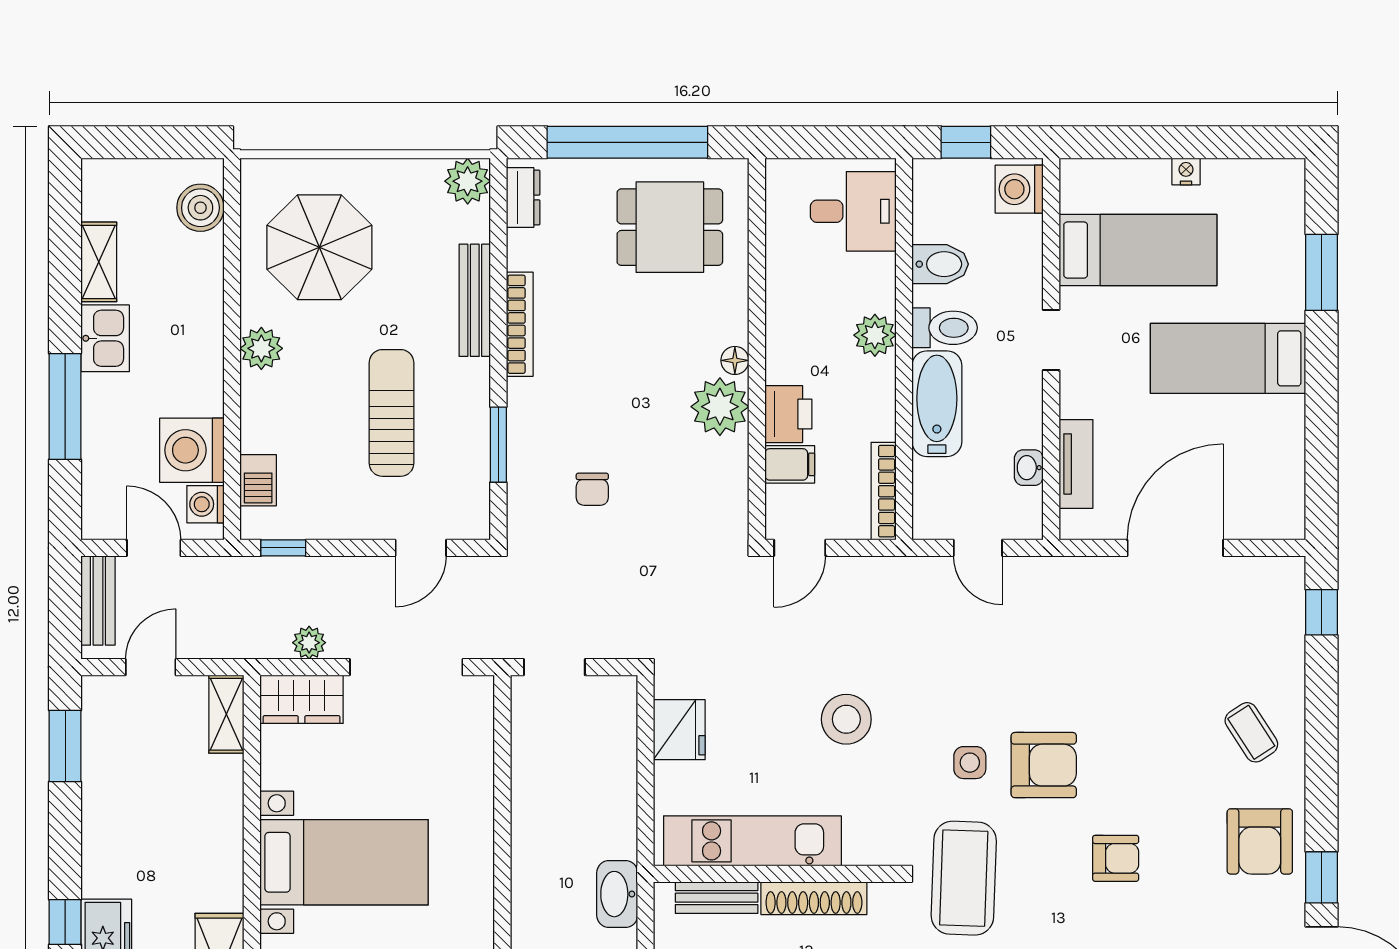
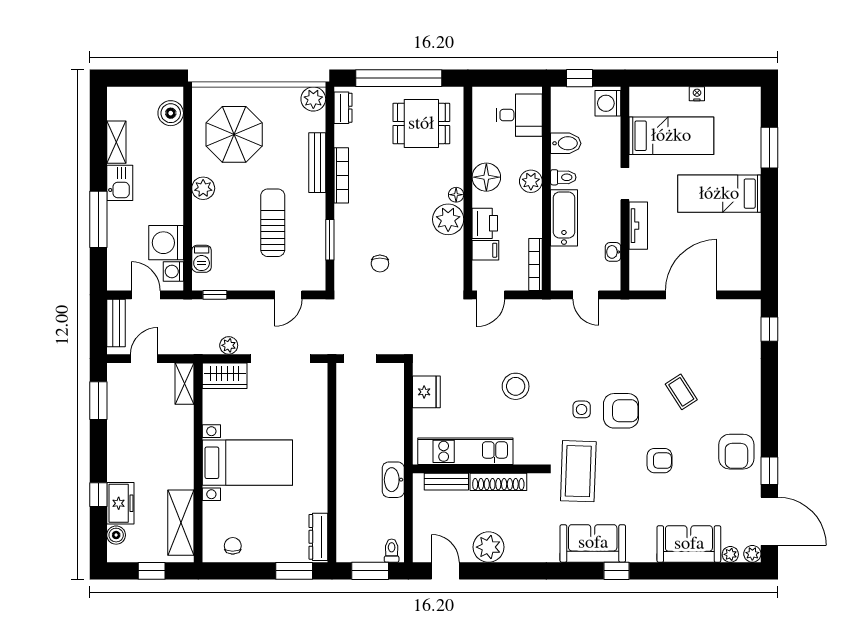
floor lamp: (791, 328) -> (486, 177), added
toilet: (945, 328) -> (563, 177), width x0.73, depth x0.72
tv unit: (1076, 464) -> (638, 226), moved
coffee table: (1251, 732) -> (681, 392), moved

